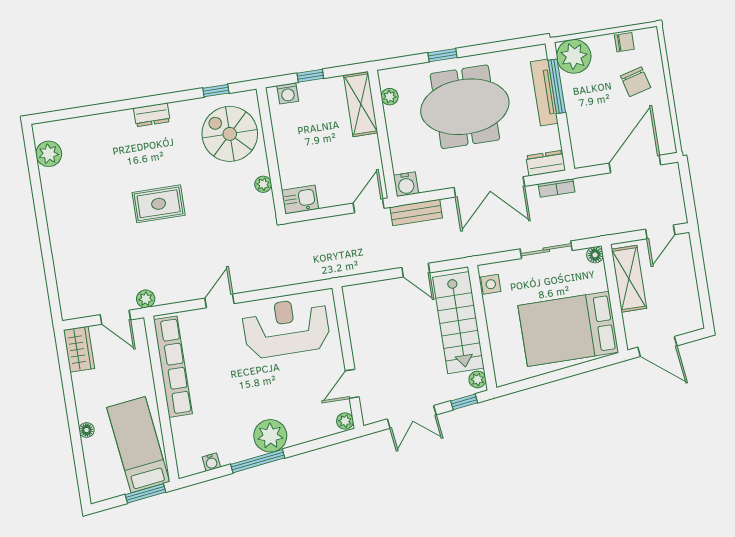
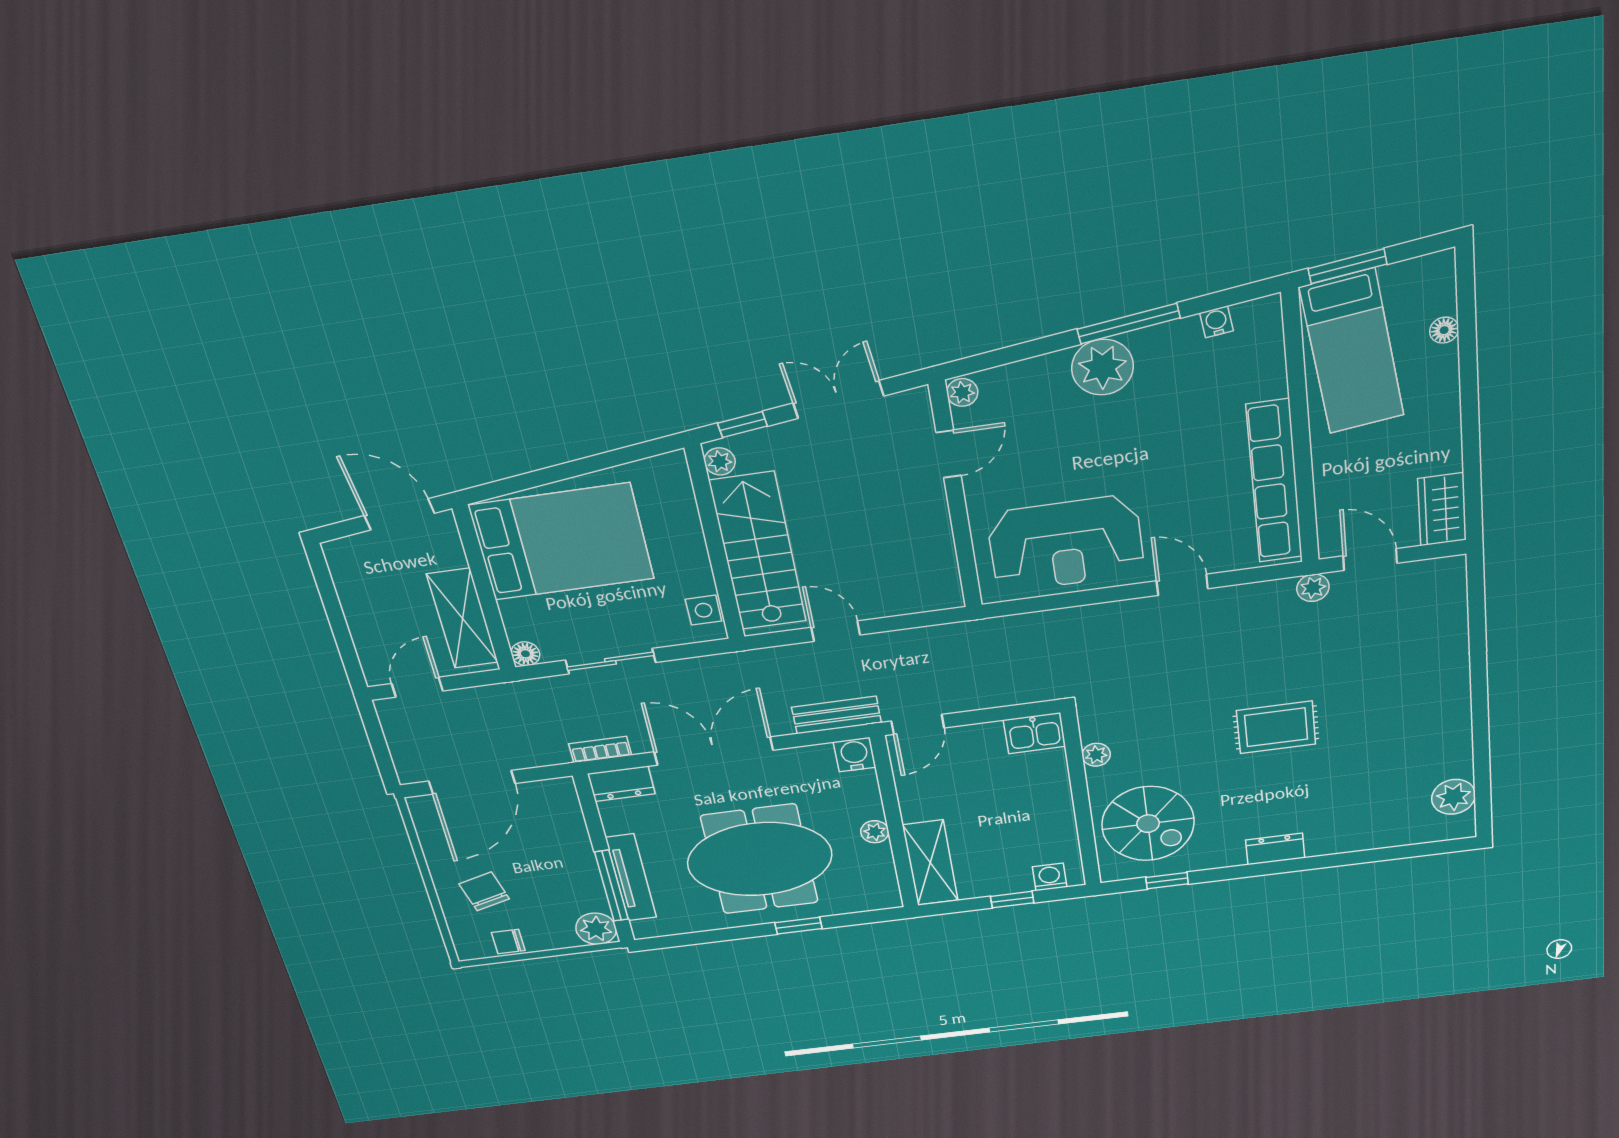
plant: (574, 56) -> (596, 929), width x0.73, depth x0.73
plant: (390, 97) -> (875, 832), moved
door: (219, 301) -> (1182, 585), swing flipped
floor lamp: (87, 430) -> (1444, 330), moved

